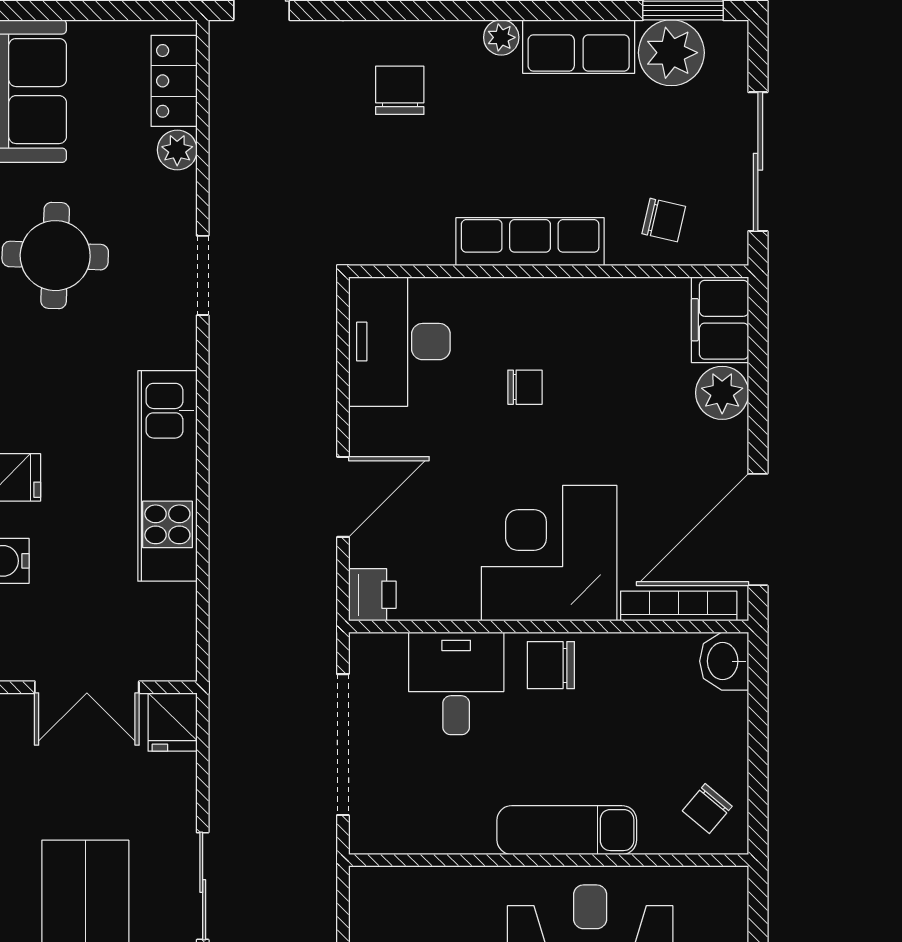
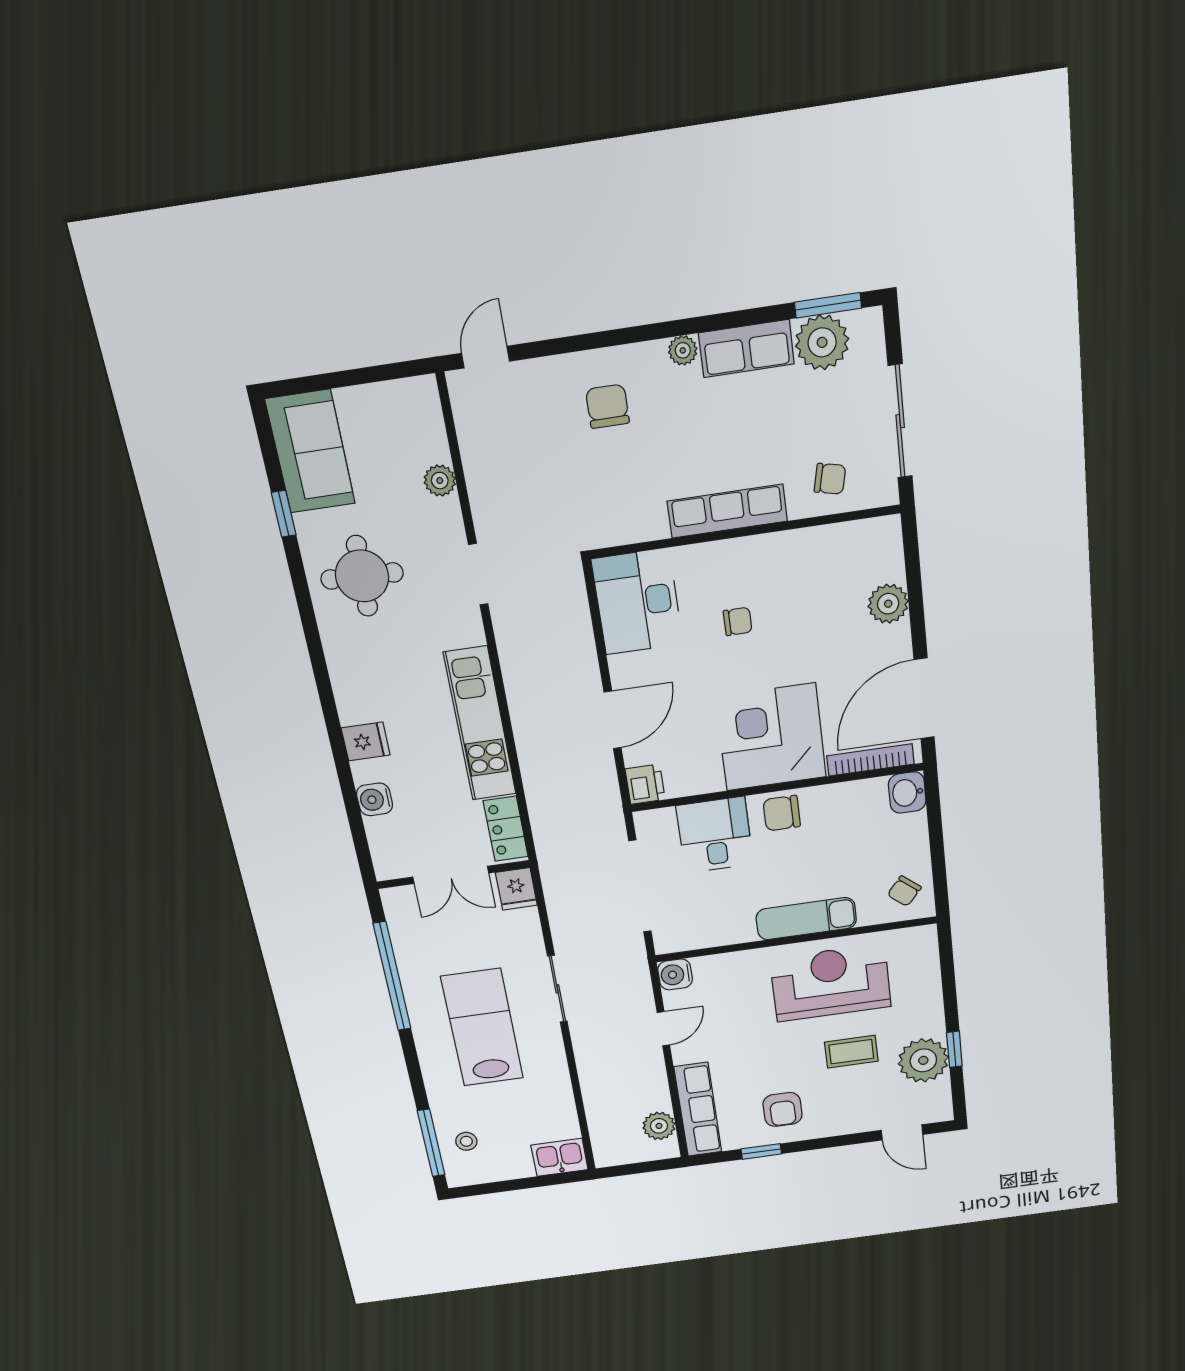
locker: (174, 81) -> (506, 829), moved
filing cabinet: (720, 320) -> (881, 549), removed
water cooler: (372, 889) -> (675, 974), added

